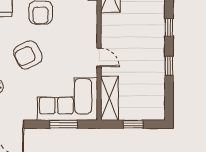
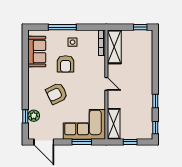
window: (169, 27) -> (155, 128), moved
door: (99, 57) -> (106, 84), moved

